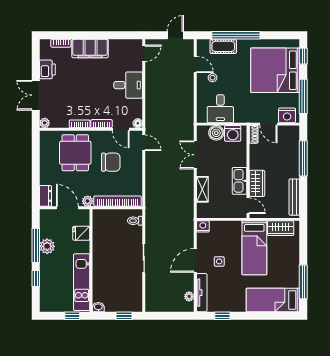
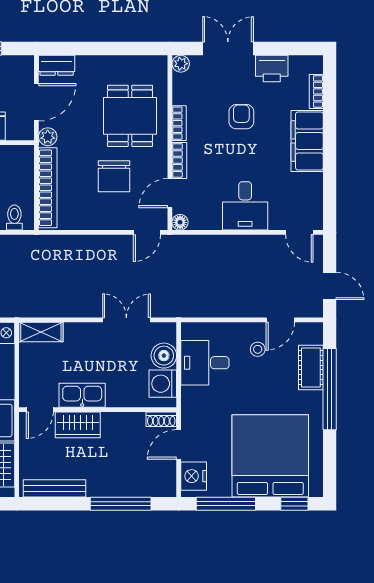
armchair: (76, 87) -> (241, 117), added
dining table: (75, 153) -> (130, 116), turned 90
shelving: (202, 189) -> (41, 332), moved

